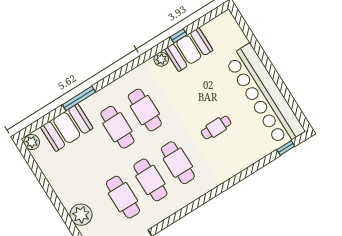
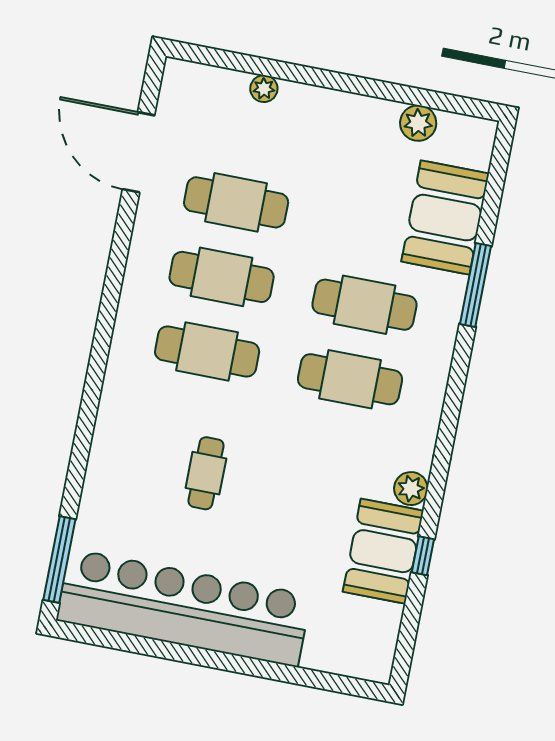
plant: (32, 142) -> (418, 123), moved
window: (286, 148) -> (59, 560), width x2.17
plant: (81, 215) -> (264, 89), width x0.53, depth x0.53

